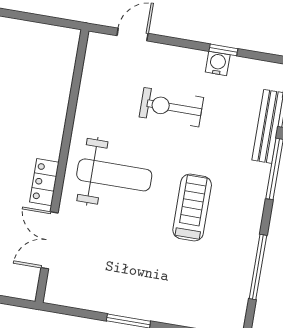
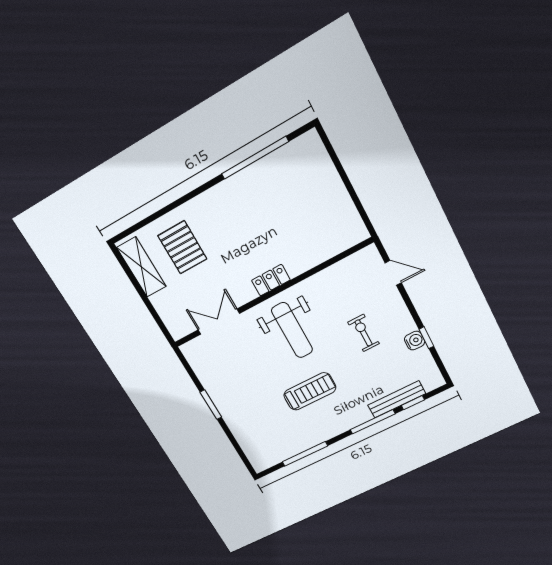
exercise bike: (171, 107) -> (364, 333), width x0.73, depth x0.72
locker: (44, 182) -> (271, 280), moved

